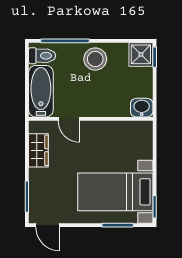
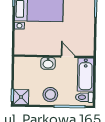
washbasin: (142, 108) -> (48, 63), moved
wardrobe: (38, 150) -> (88, 37), removed

